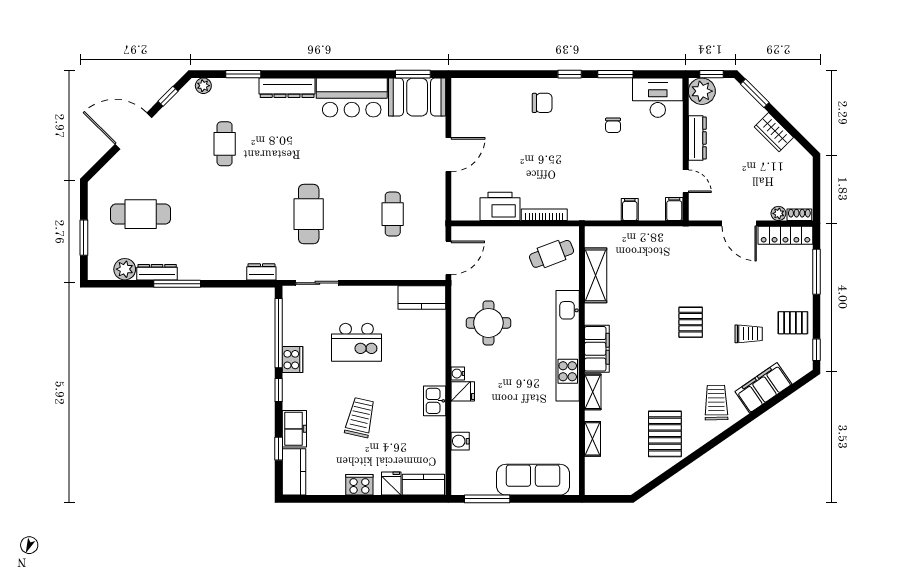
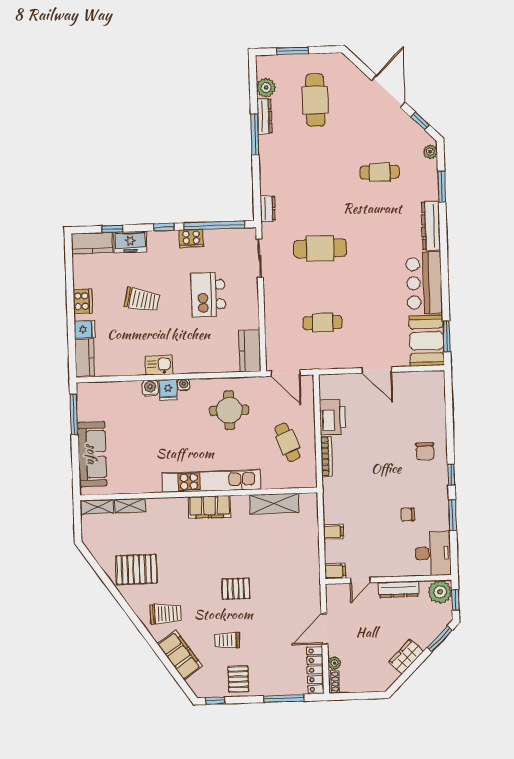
cafe table: (551, 254) -> (287, 442), moved
trolley: (749, 334) -> (227, 640), turned 90
shelving: (593, 392) -> (97, 507), moved
water cooler: (460, 441) -> (150, 388), moved

